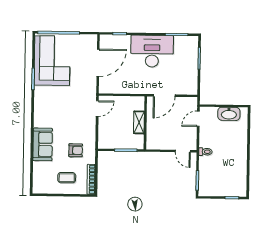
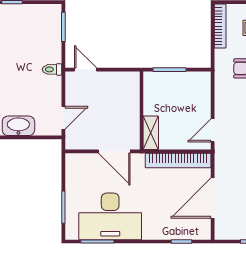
desk: (152, 51) -> (110, 216), moved
bookcase: (121, 89) -> (178, 160), added
door: (164, 96) -> (114, 151), swing flipped
shelving: (139, 122) -> (151, 133), moved

